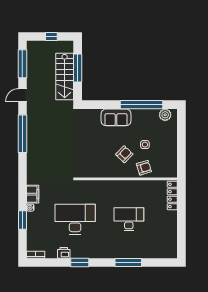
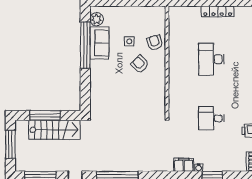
window: (51, 36) -> (10, 144), width x2.17
sofa: (116, 117) -> (99, 43), moved
locker: (172, 195) -> (218, 11), moved
desk: (75, 219) -> (211, 118), width x0.53, depth x0.77

